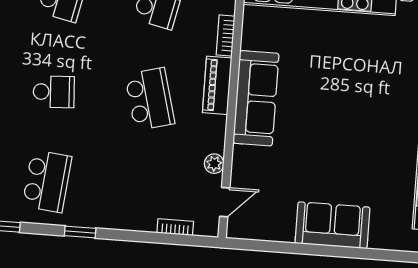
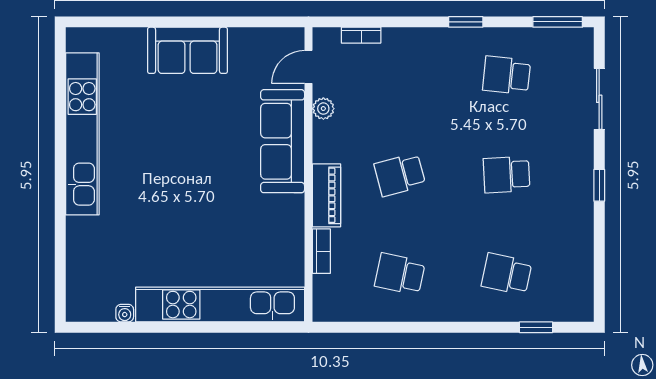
sofa: (256, 98) -> (283, 141), moved
school desk: (150, 99) -> (400, 175), width x0.54
school desk: (47, 181) -> (507, 75), width x0.54

